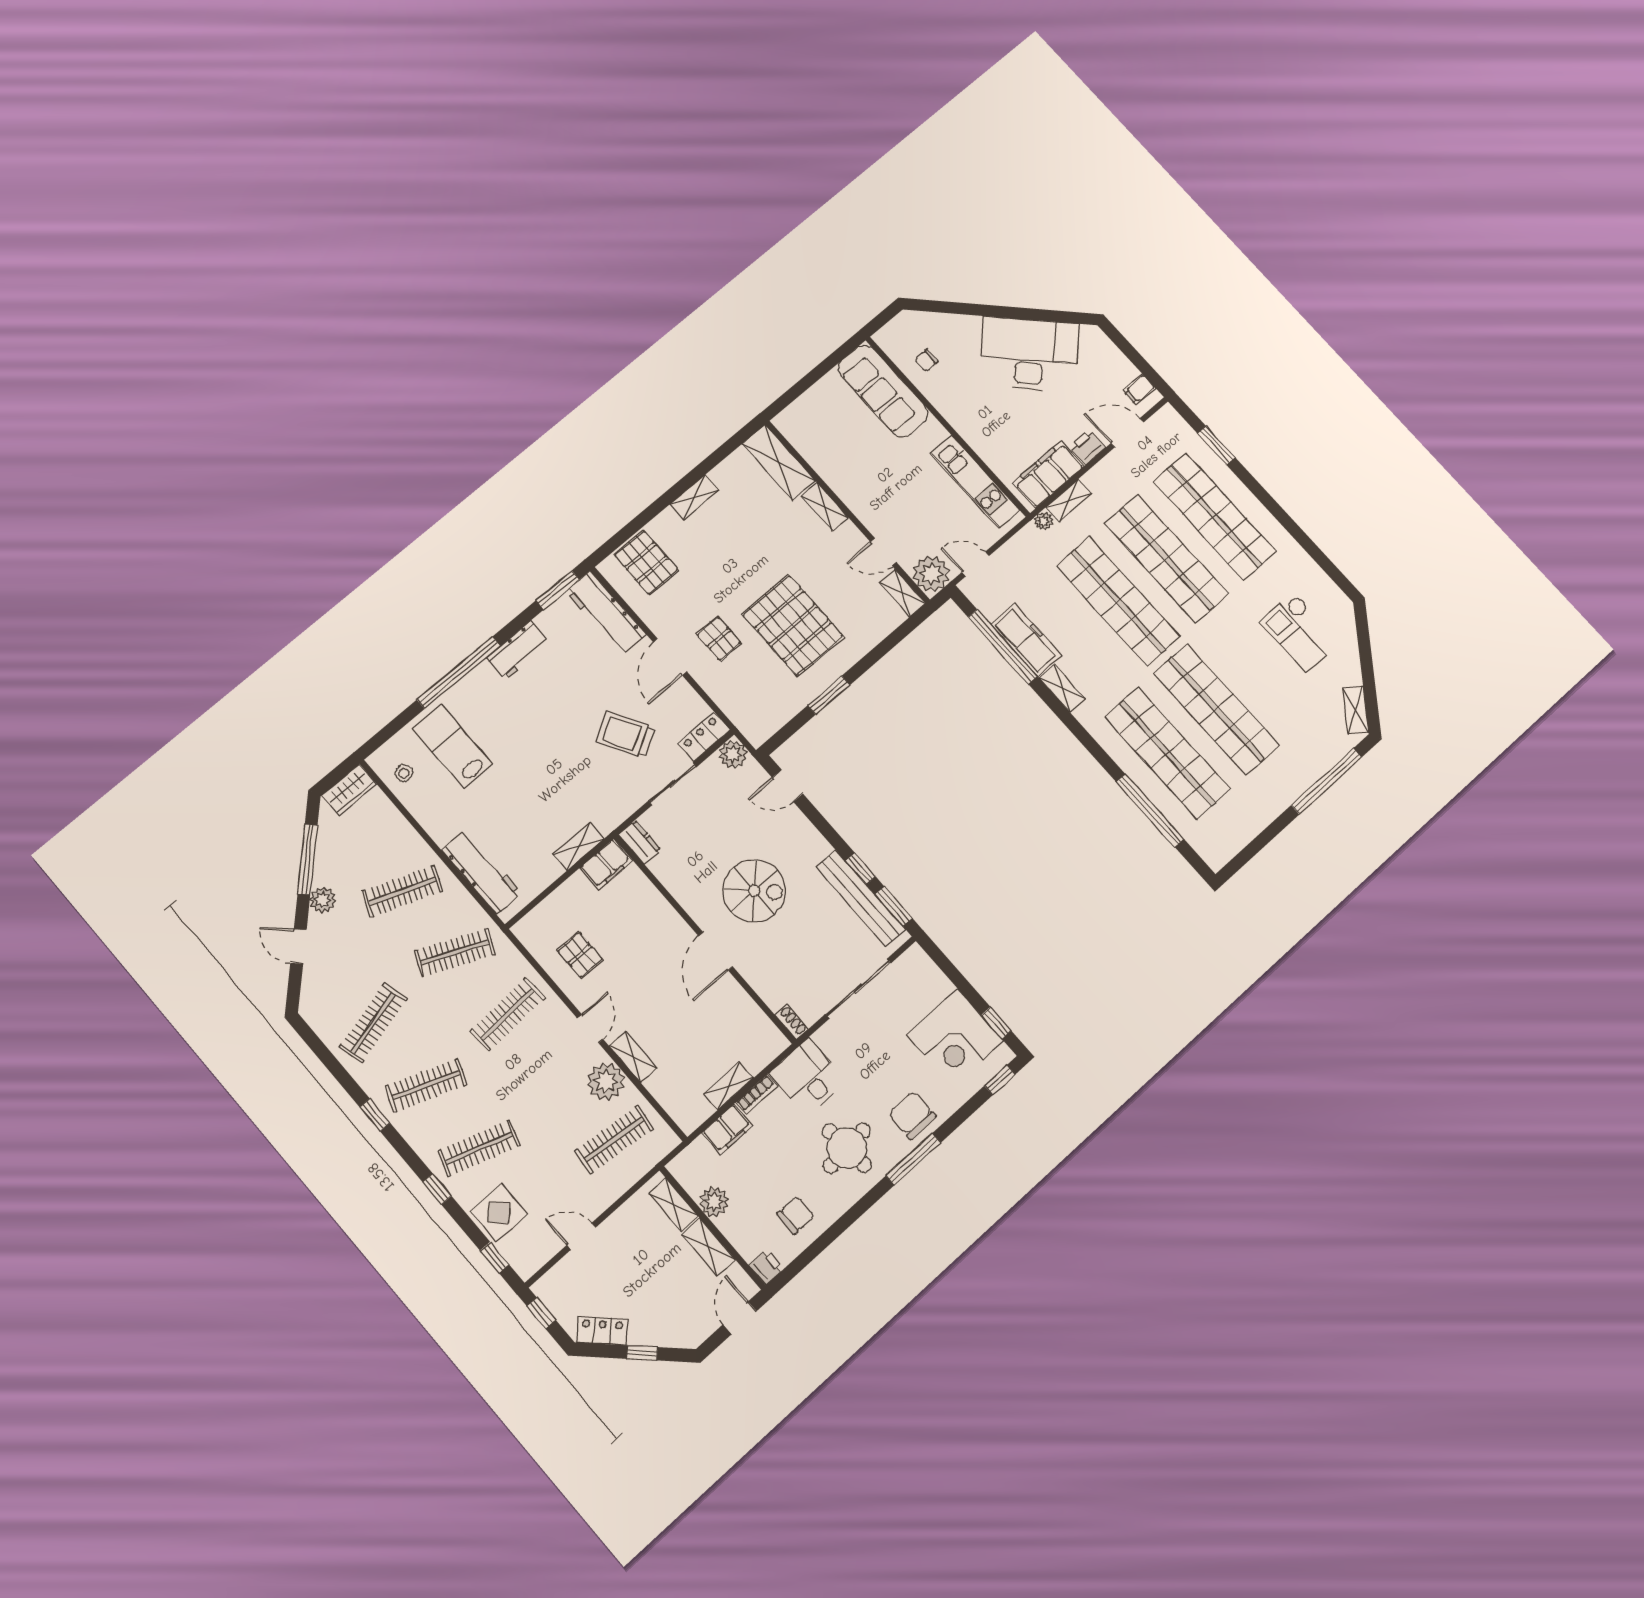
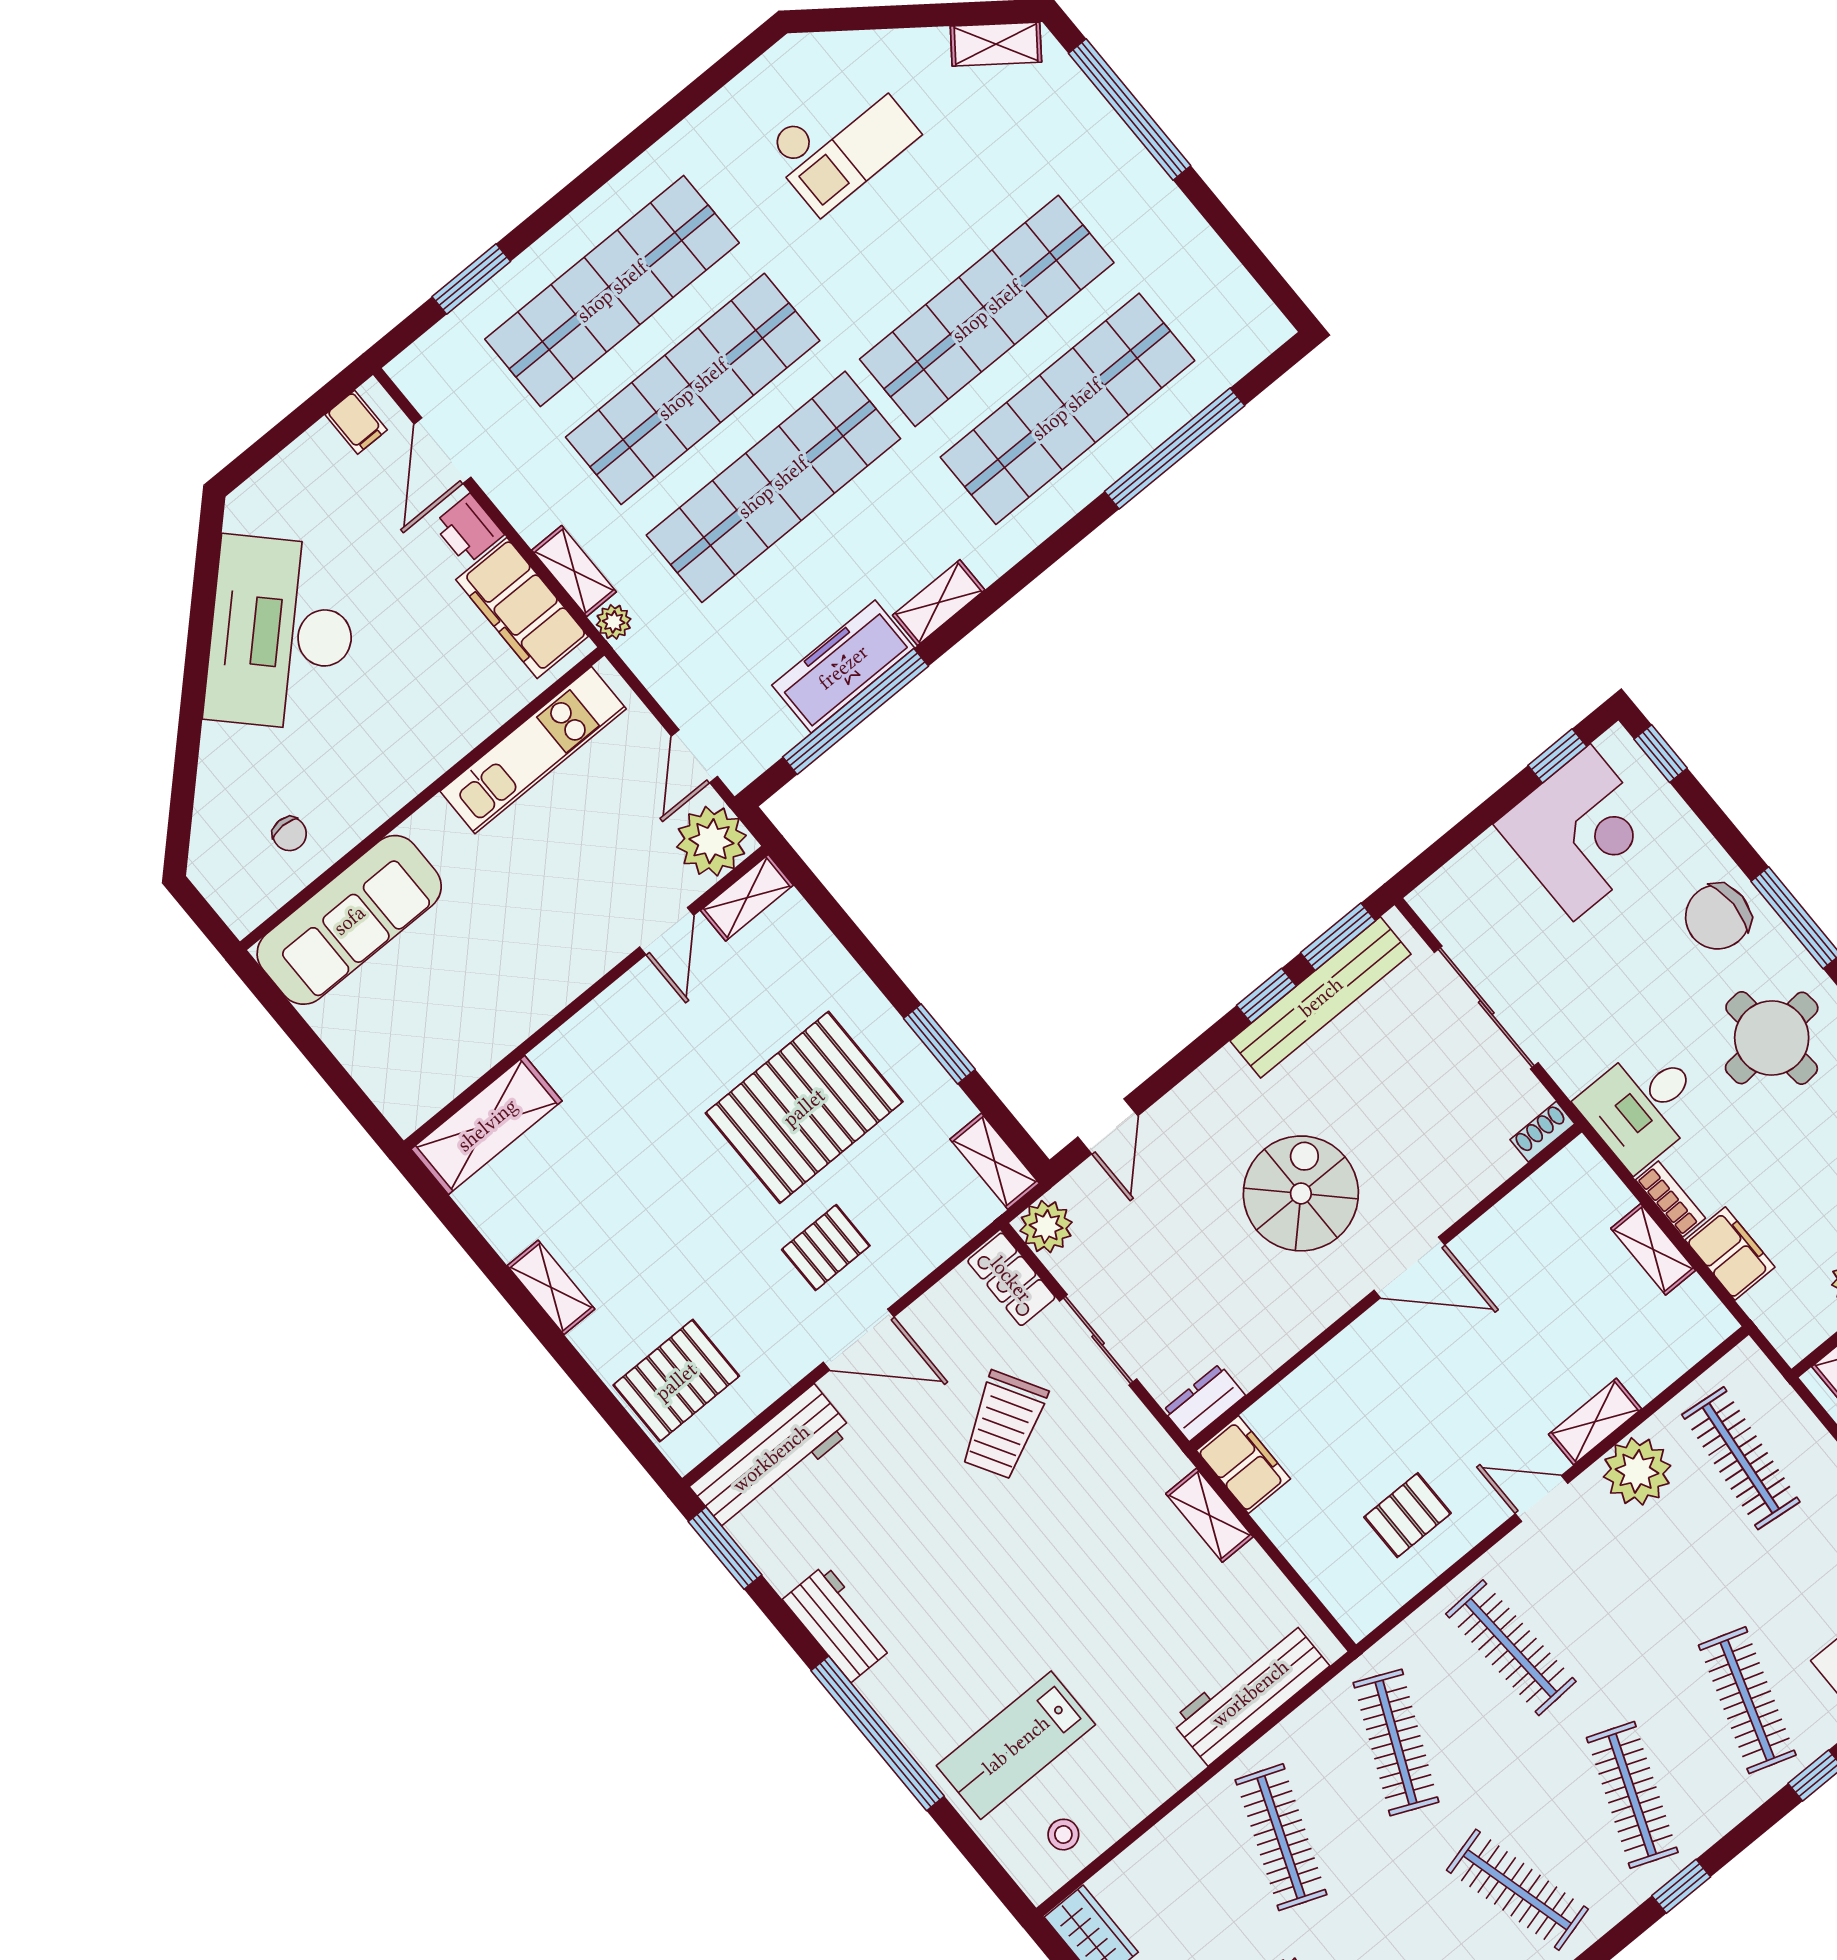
shelving: (825, 507) -> (995, 1161), moved, turned 90

